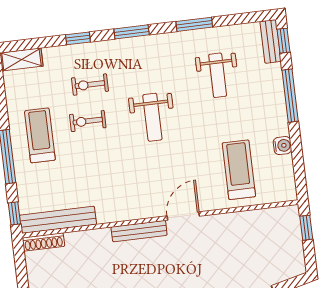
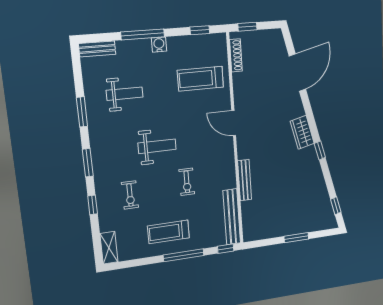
window: (284, 41) -> (200, 30), moved
exercise bike: (88, 121) -> (187, 182), moved
water cooler: (283, 146) -> (159, 45), moved
bench: (139, 231) -> (245, 180), moved
shoe rack: (43, 242) -> (236, 55), moved

